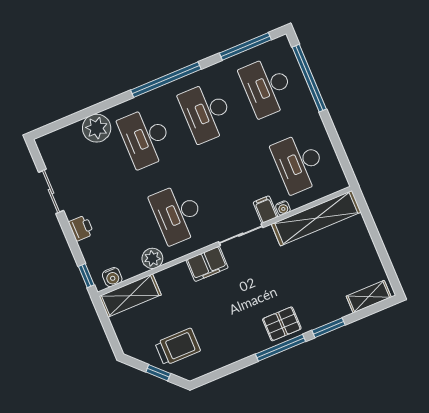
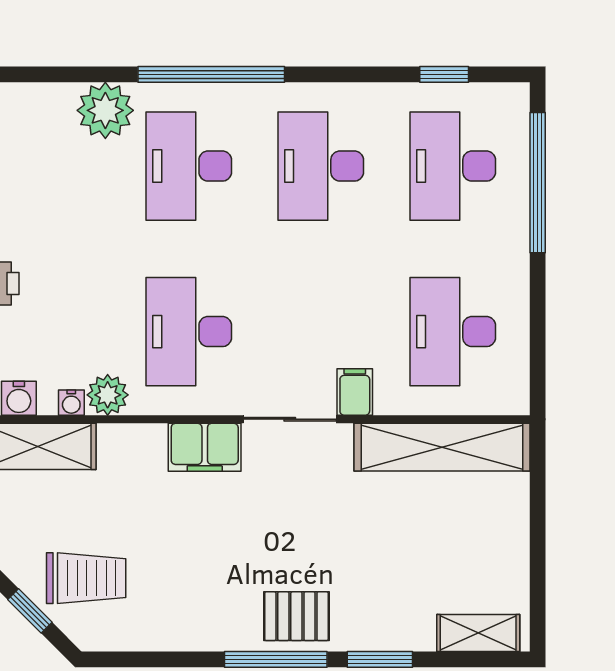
window: (245, 46) -> (444, 74), width x0.46
window: (166, 80) -> (211, 74), moved
water cooler: (283, 208) -> (71, 403), moved

